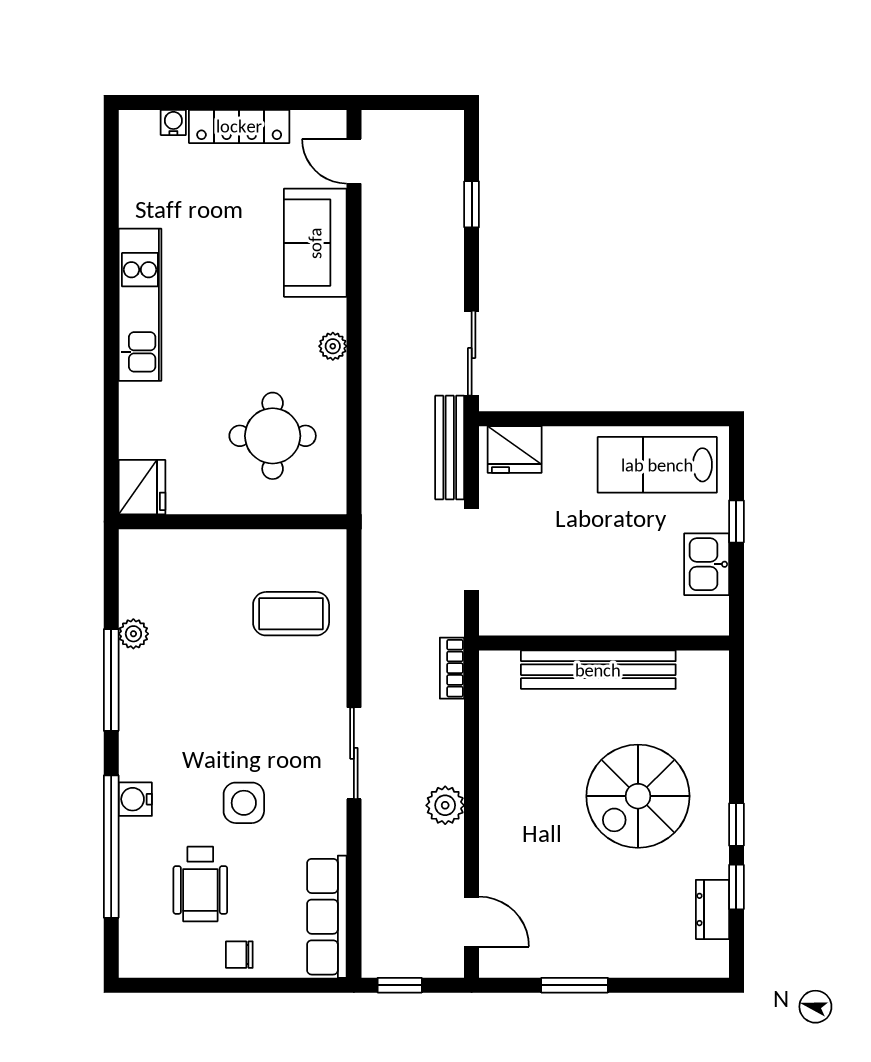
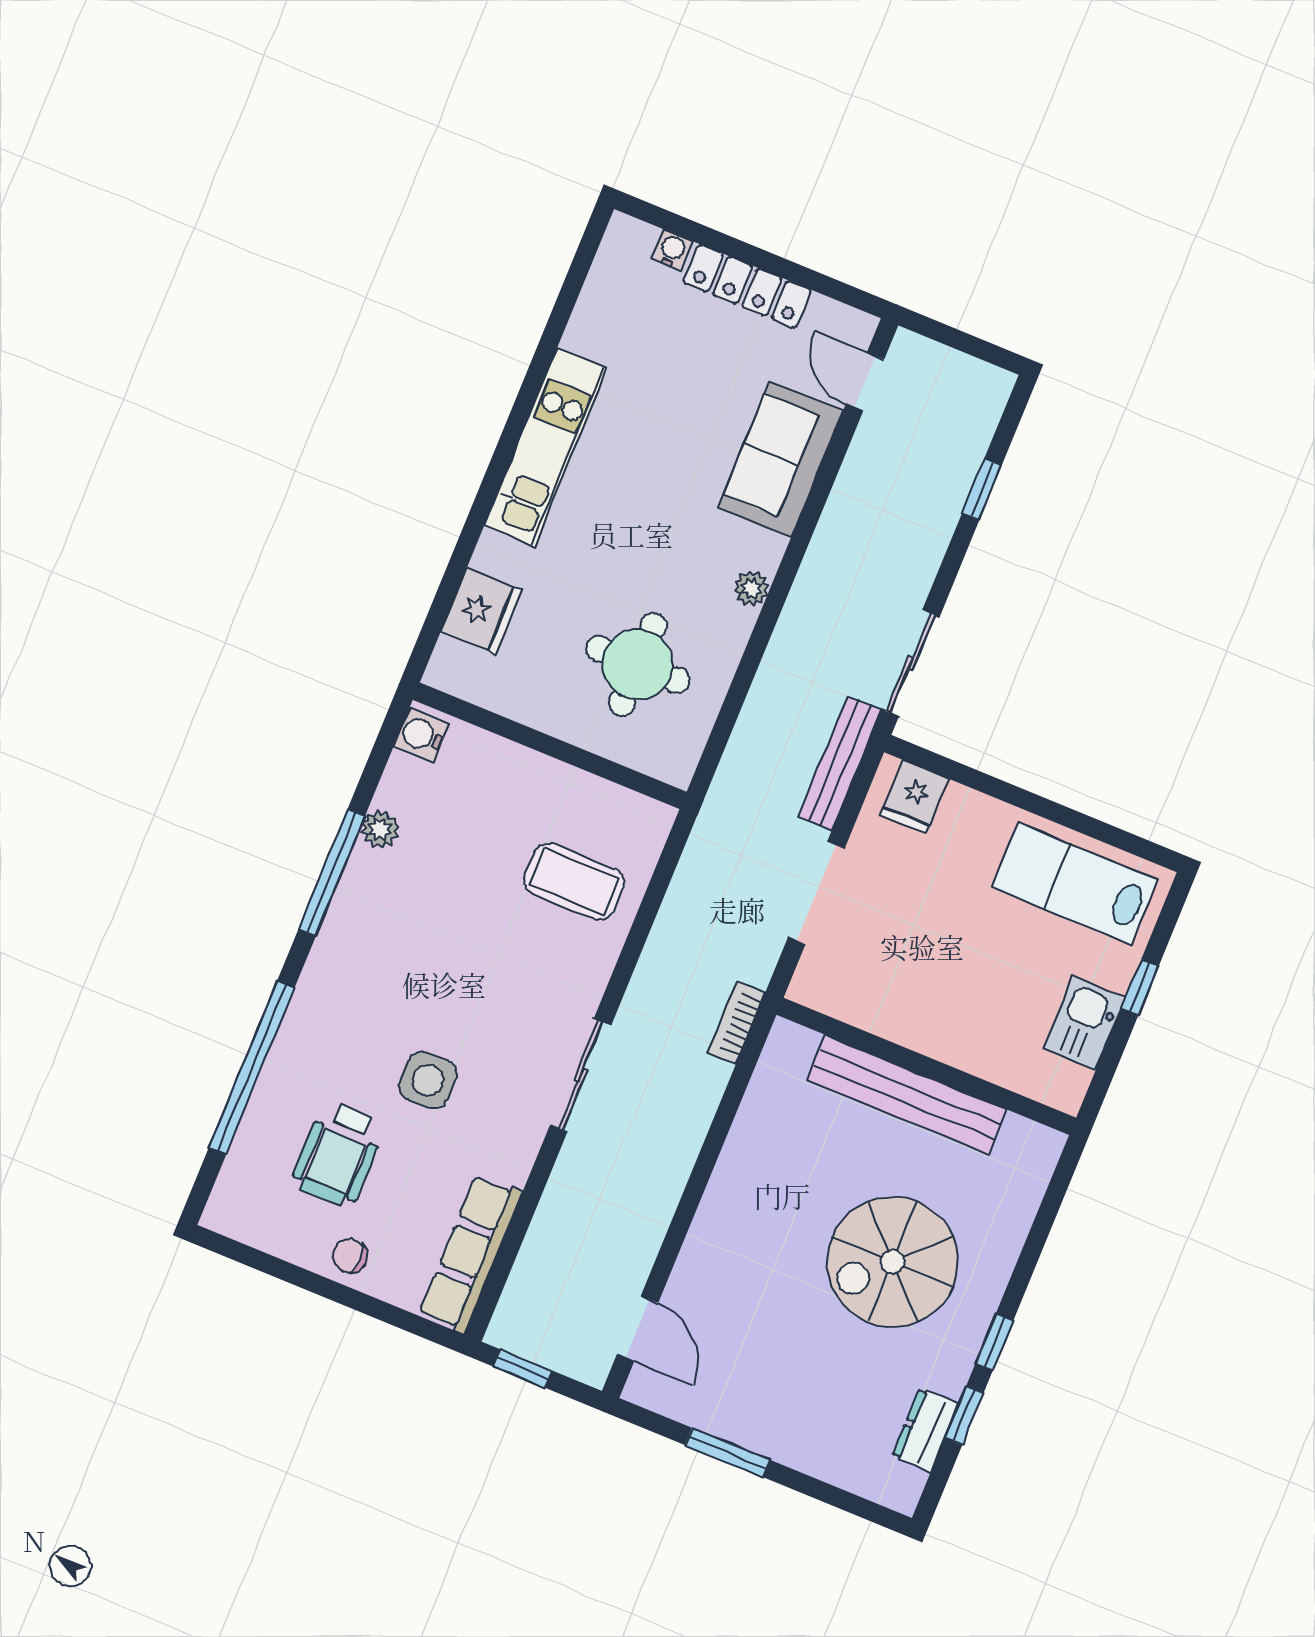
fridge: (515, 449) -> (915, 797), width x0.72
fridge: (142, 487) -> (481, 611), moved
water cooler: (135, 799) -> (421, 735), moved
plant: (445, 805) -> (662, 1180), removed

